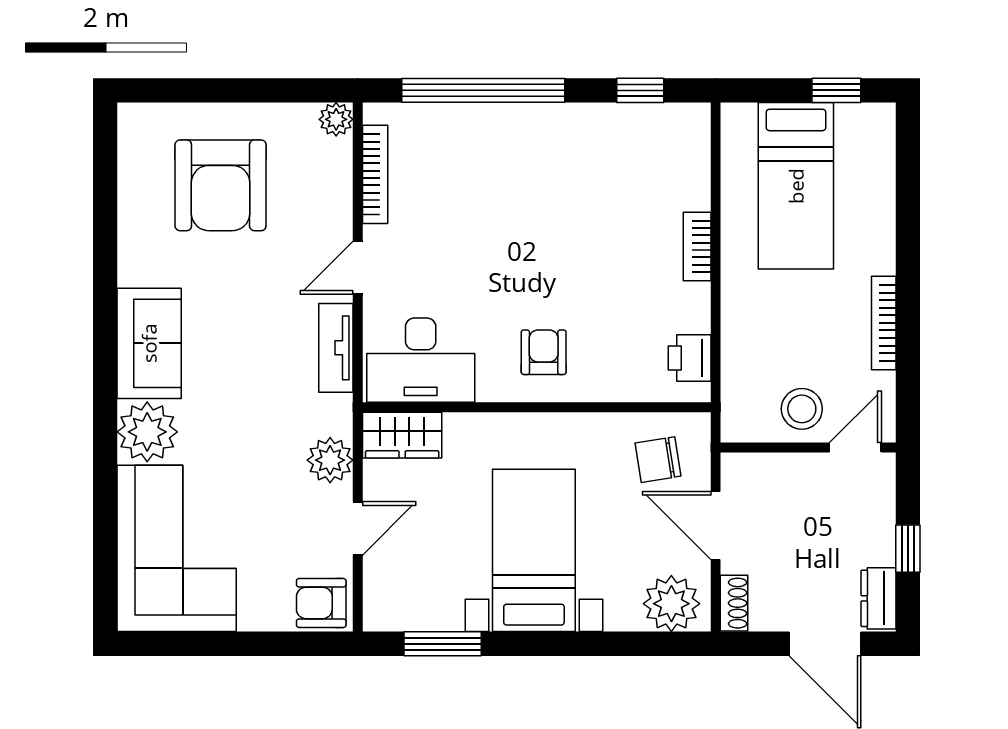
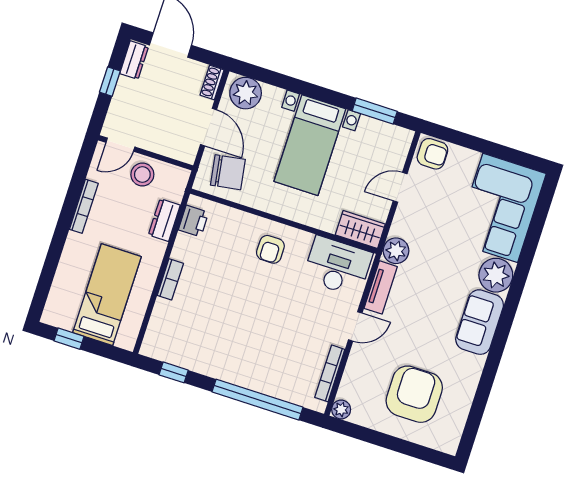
dresser: (740, 344) -> (164, 220), added
plant: (330, 460) -> (396, 251), moved
chair: (658, 460) -> (228, 172), width x1.37, depth x1.37

